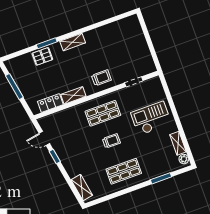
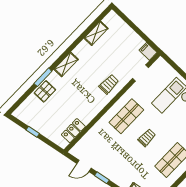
filing cabinet: (150, 66) -> (148, 51), added
window: (14, 87) -> (33, 132), width x0.46
shelving: (73, 95) -> (96, 33), moved

